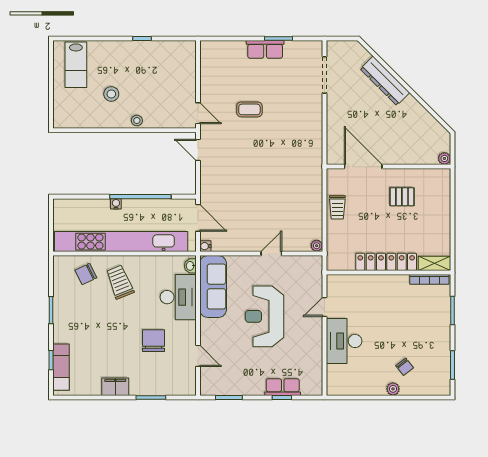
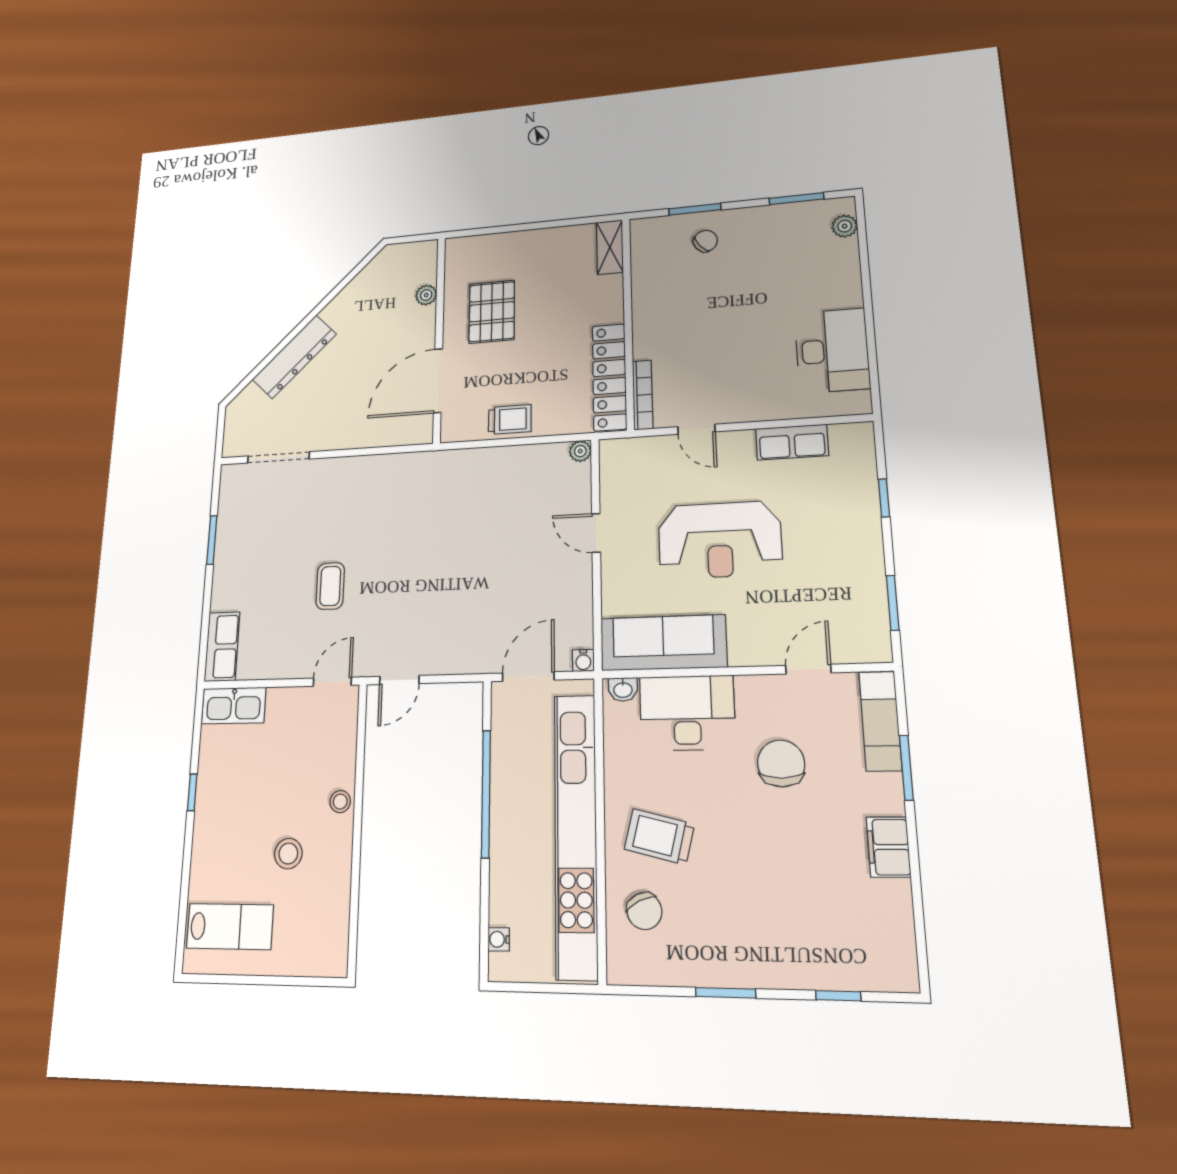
row of seats: (265, 49) -> (222, 647), moved
kitchen sink: (187, 58) -> (234, 706), added
plant: (444, 158) -> (426, 295), moved
pallet: (402, 197) -> (492, 312), width x1.50, depth x1.42
water cooler: (116, 204) -> (499, 939), moved
locker: (386, 262) -> (609, 377), moved
bookcase: (429, 279) -> (643, 395), moved
trolley: (120, 282) -> (659, 837), turned 36
chair: (153, 341) -> (781, 763), turned 90
desk: (344, 341) -> (832, 351), moved, turned -90
exam couch: (61, 367) -> (880, 721), moved, turned -90
chair: (405, 367) -> (705, 241), moved
row of seats: (283, 387) -> (792, 442), moved, turned -90
plant: (393, 389) -> (845, 226), moved

